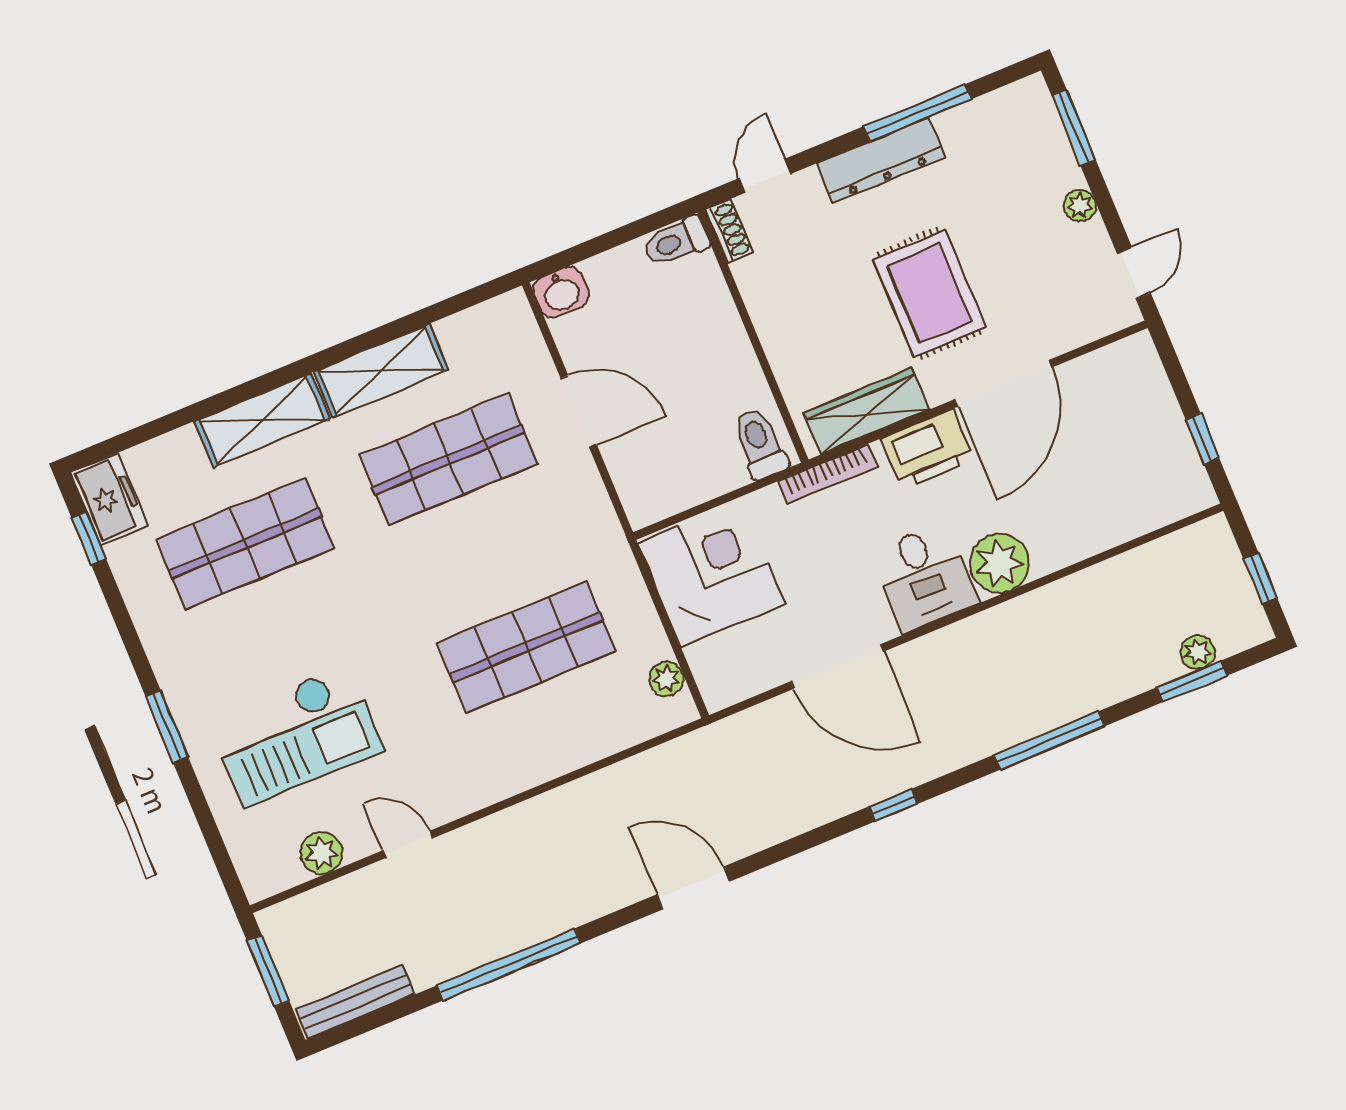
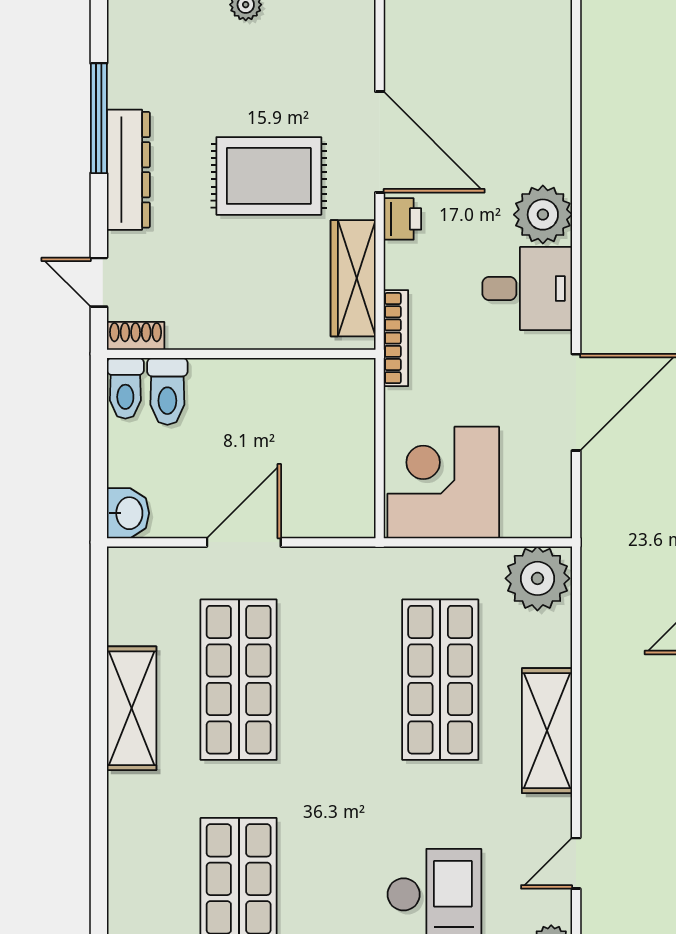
shelving: (262, 420) -> (547, 731), moved
toilet: (760, 443) -> (167, 391), moved, turned -90
printer: (927, 450) -> (402, 219), width x0.53, depth x0.68
plant: (666, 679) -> (537, 578), width x1.88, depth x1.88

